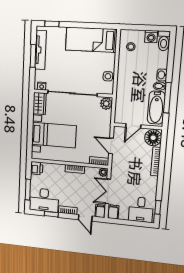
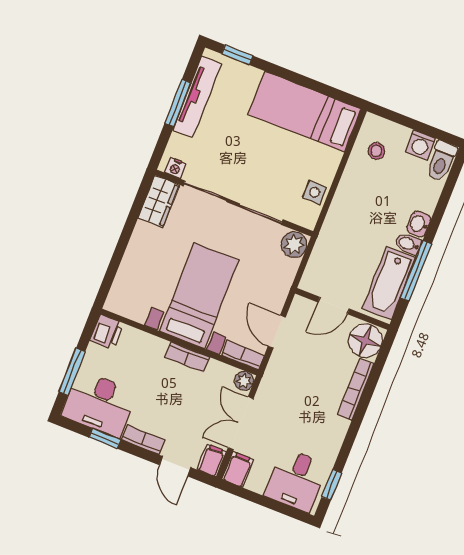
bed with nightstands: (54, 135) -> (199, 296), moved, turned -90

